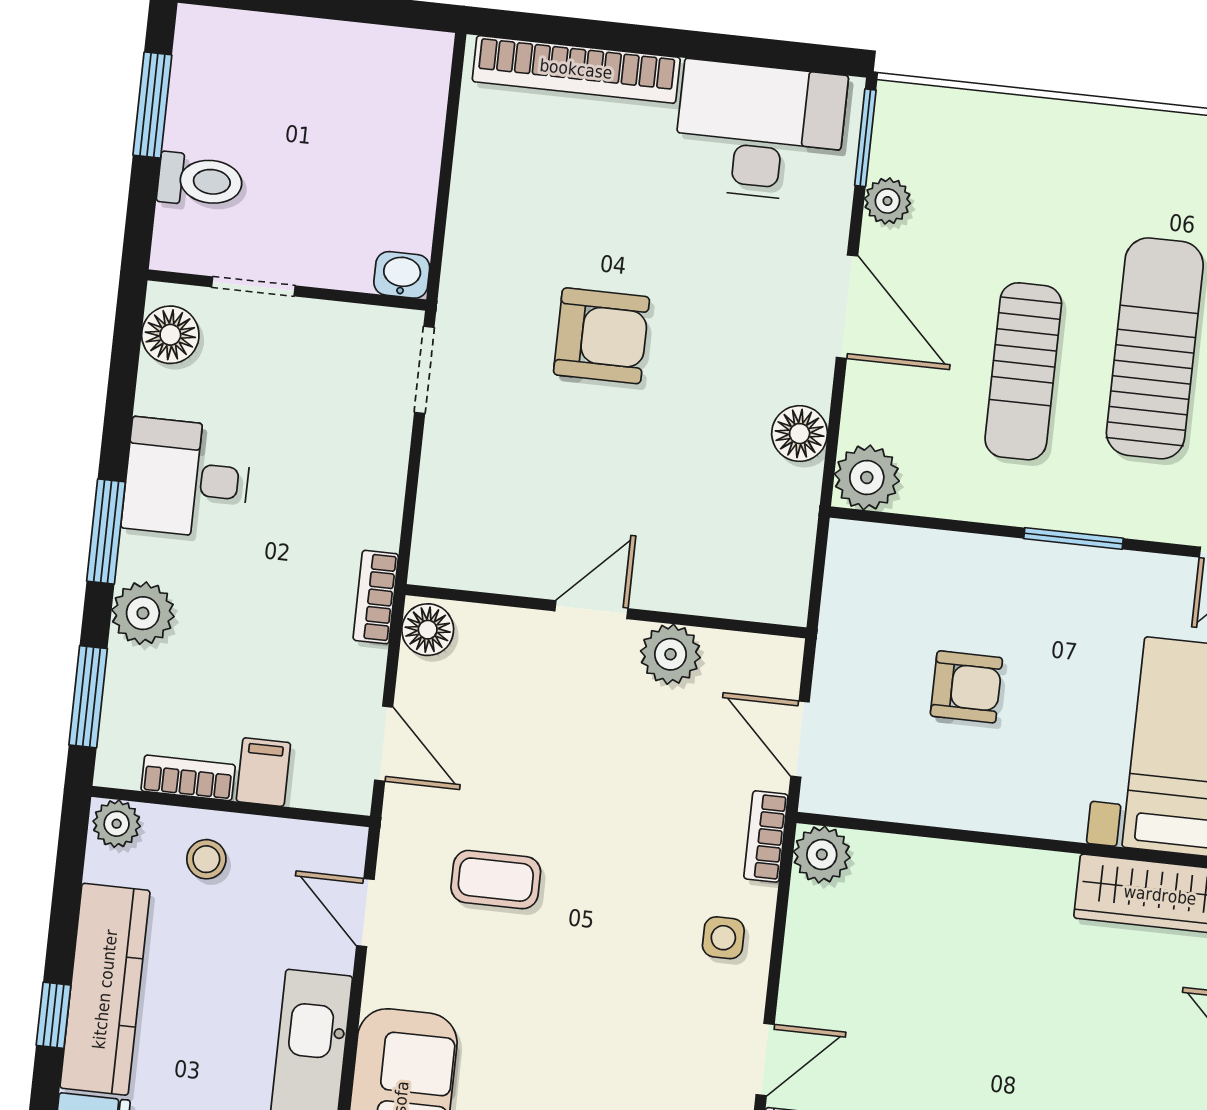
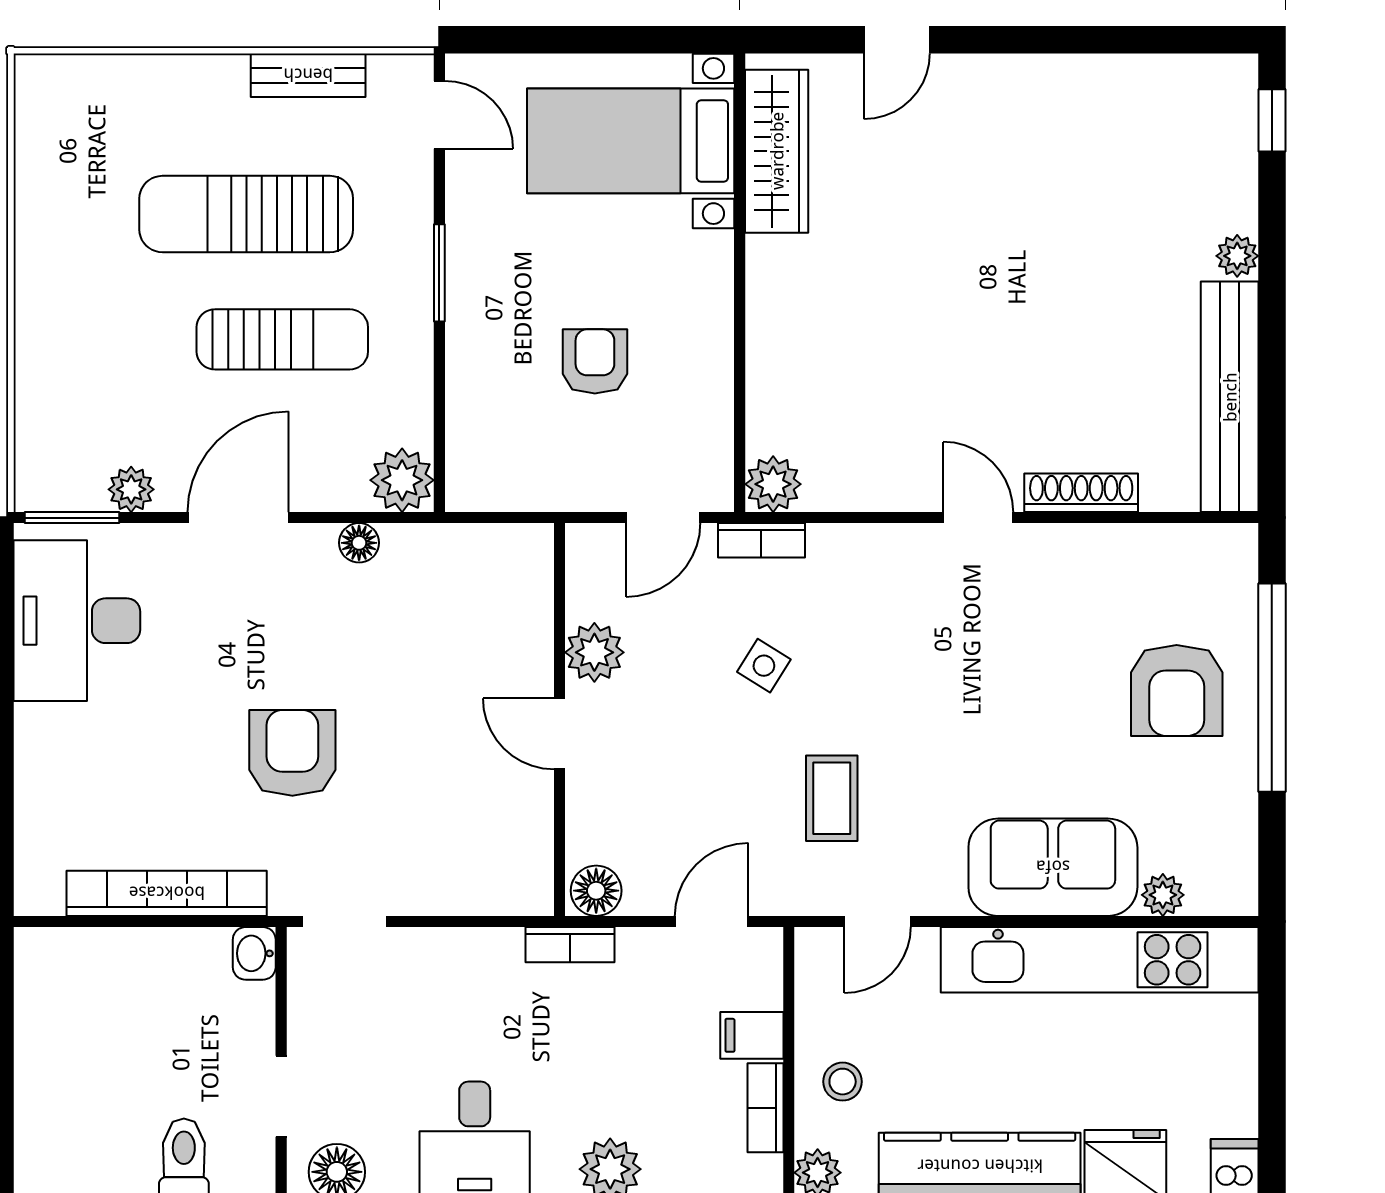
bookcase: (576, 69) -> (167, 893), moved, turned -90
floor lamp: (800, 434) -> (359, 543), width x0.73, depth x0.73
side table: (723, 938) -> (764, 666), moved, turned 32

